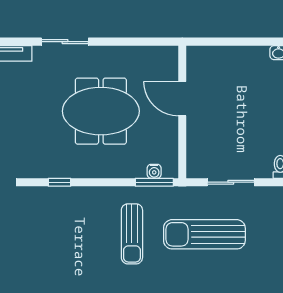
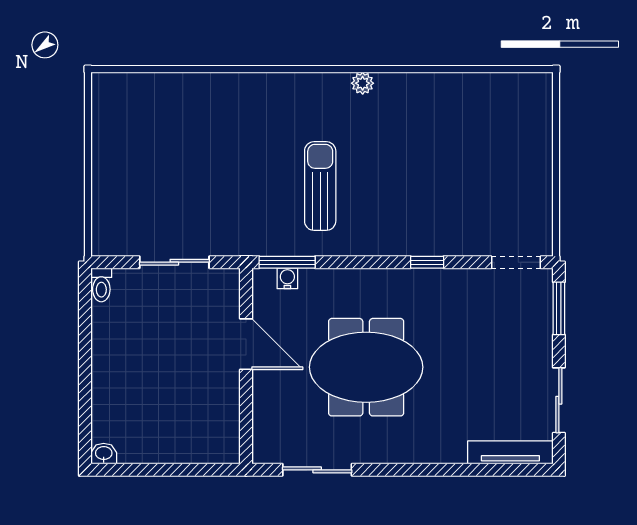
sliding door: (65, 42) -> (317, 470), moved
door: (182, 99) -> (246, 344), moved
sun lounger: (204, 234) -> (213, 185), removed

